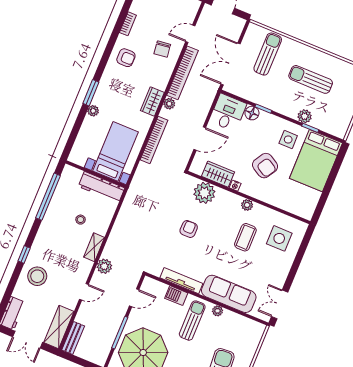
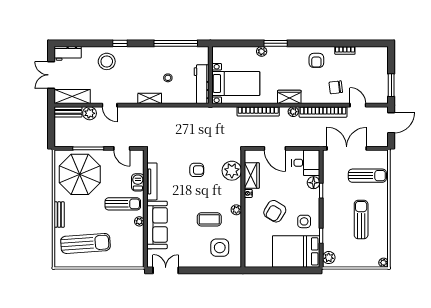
plant: (305, 116) -> (329, 258), moved
plant: (104, 266) -> (90, 113), moved

